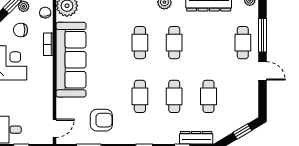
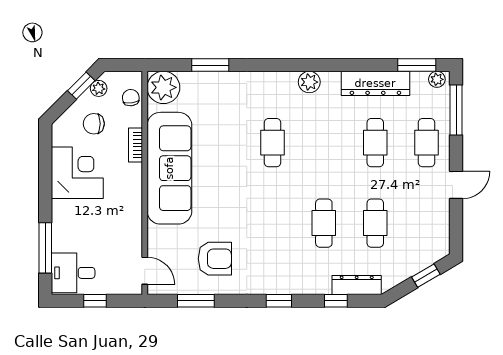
window: (263, 35) -> (456, 110), moved
cafe table: (174, 43) -> (375, 143), moved
door: (263, 71) -> (456, 185), hinge flipped
cafe table: (140, 96) -> (273, 223), removed
door: (54, 128) -> (145, 271), hinge flipped

